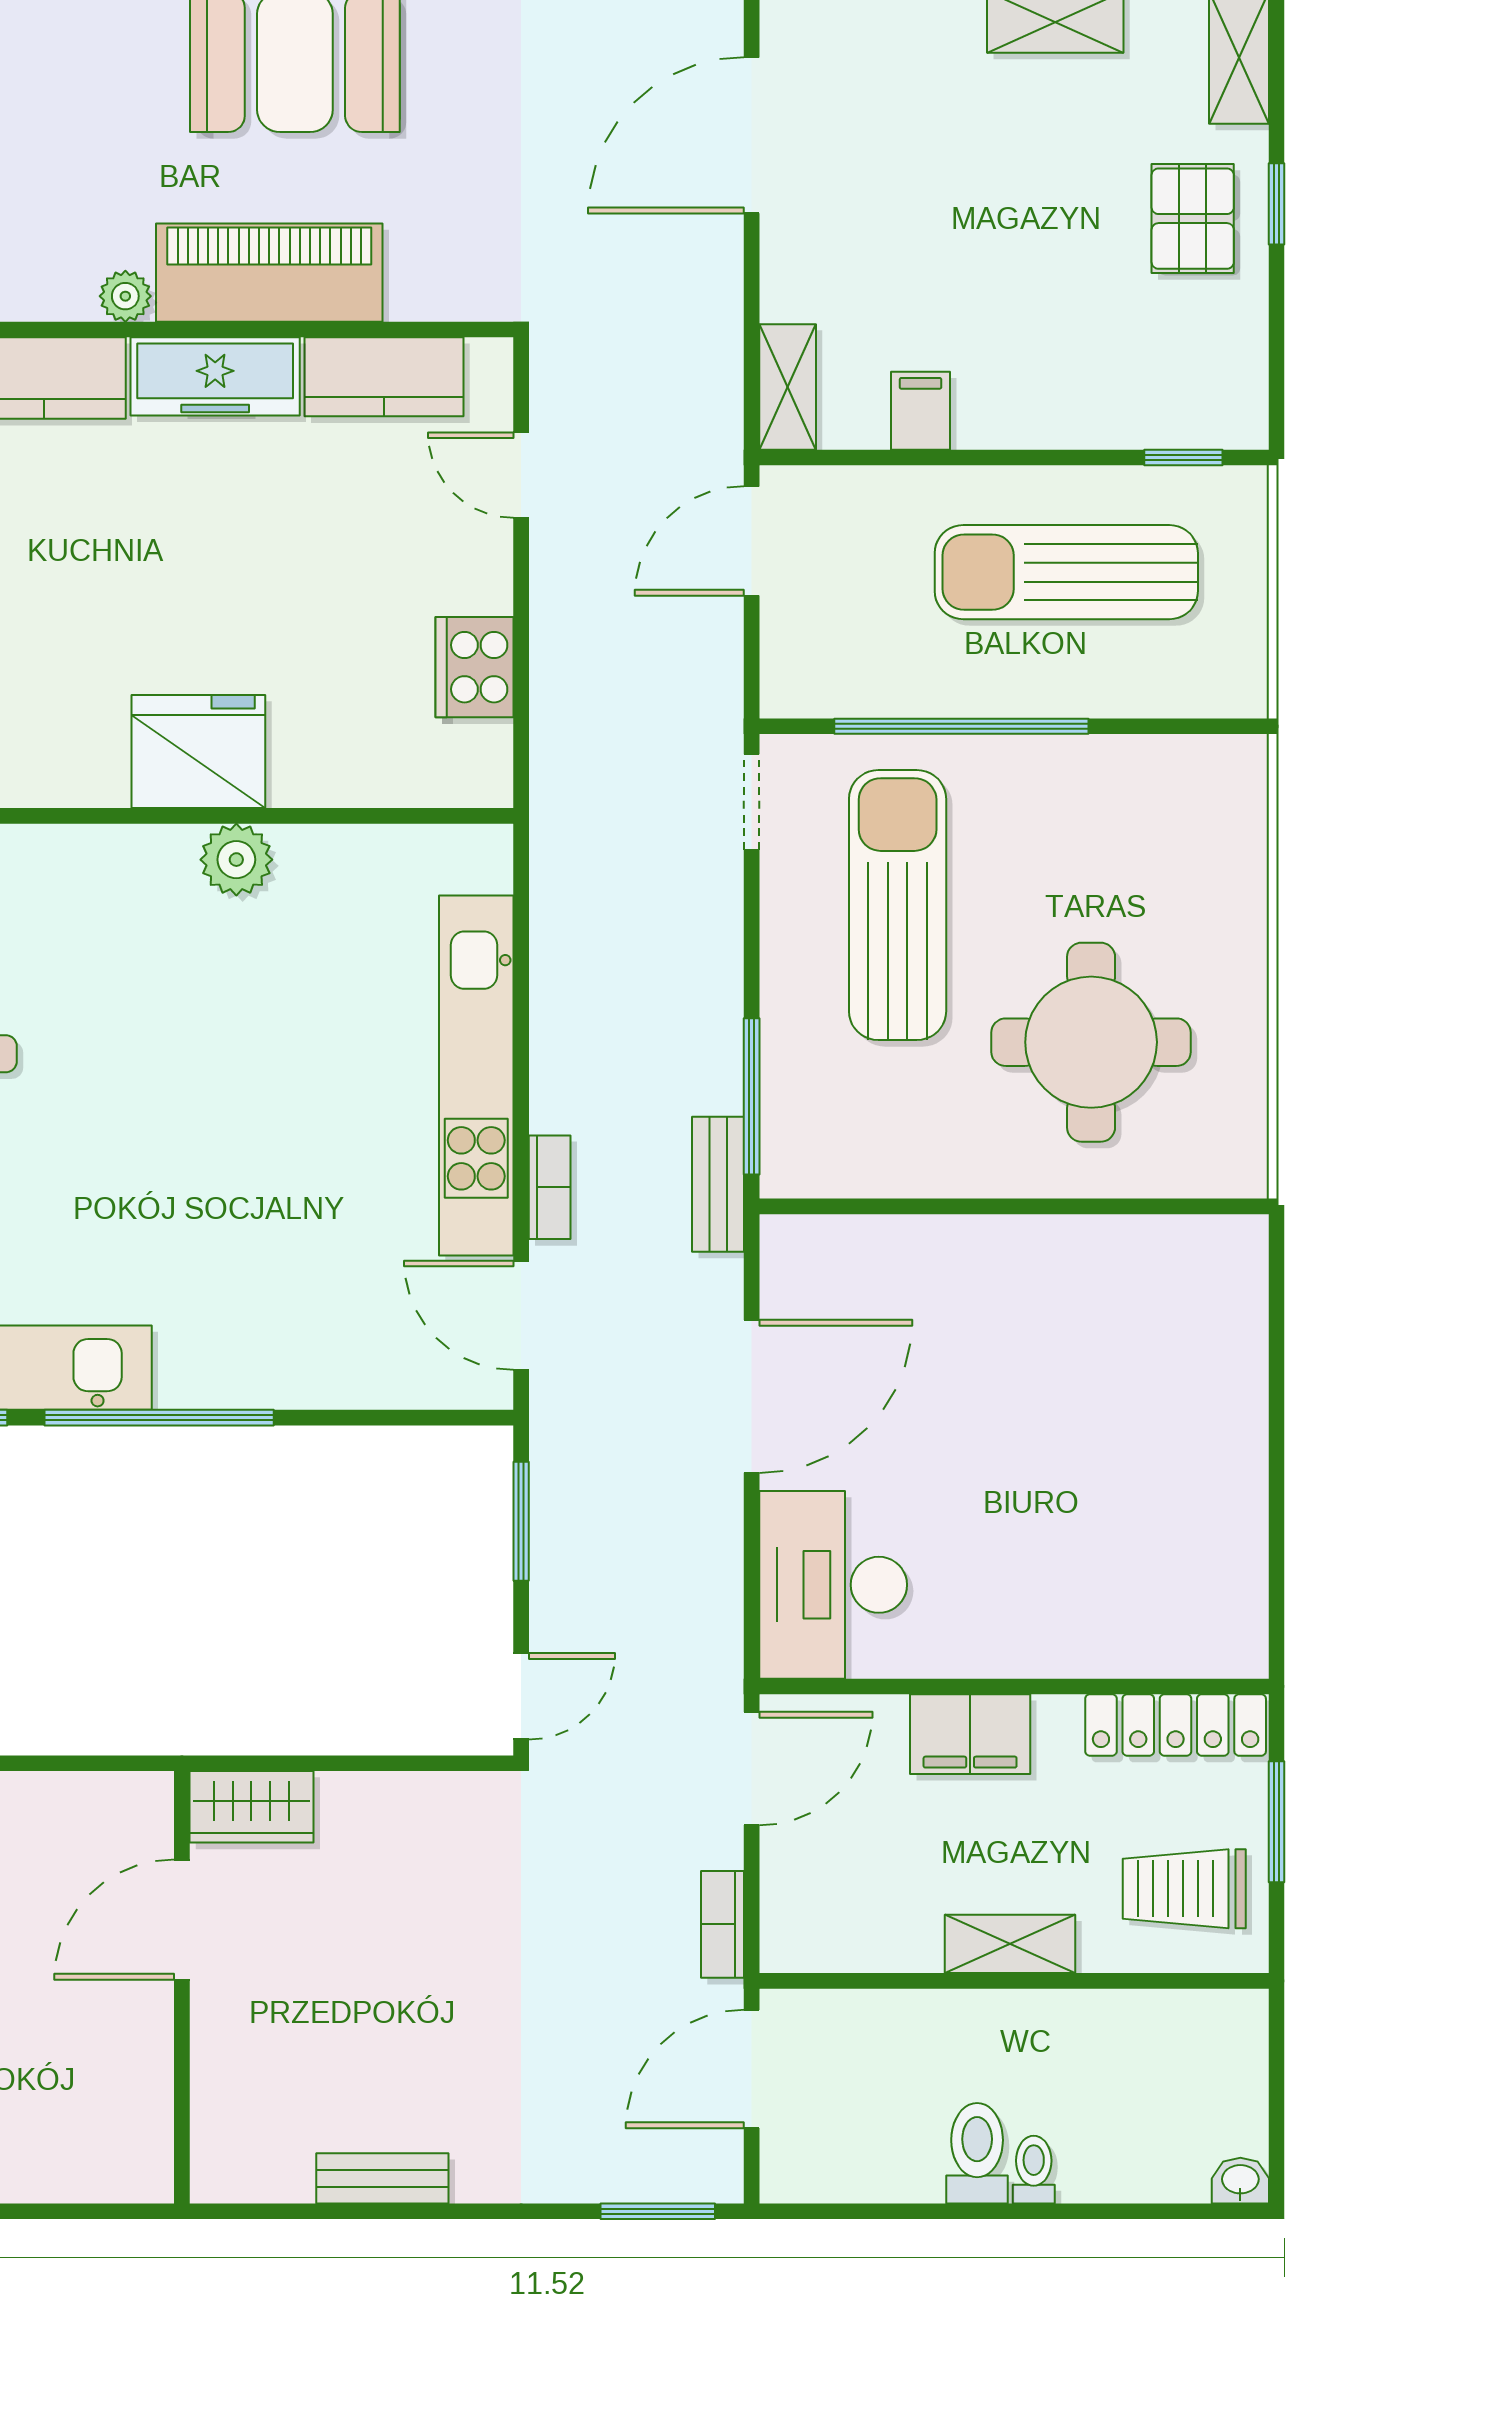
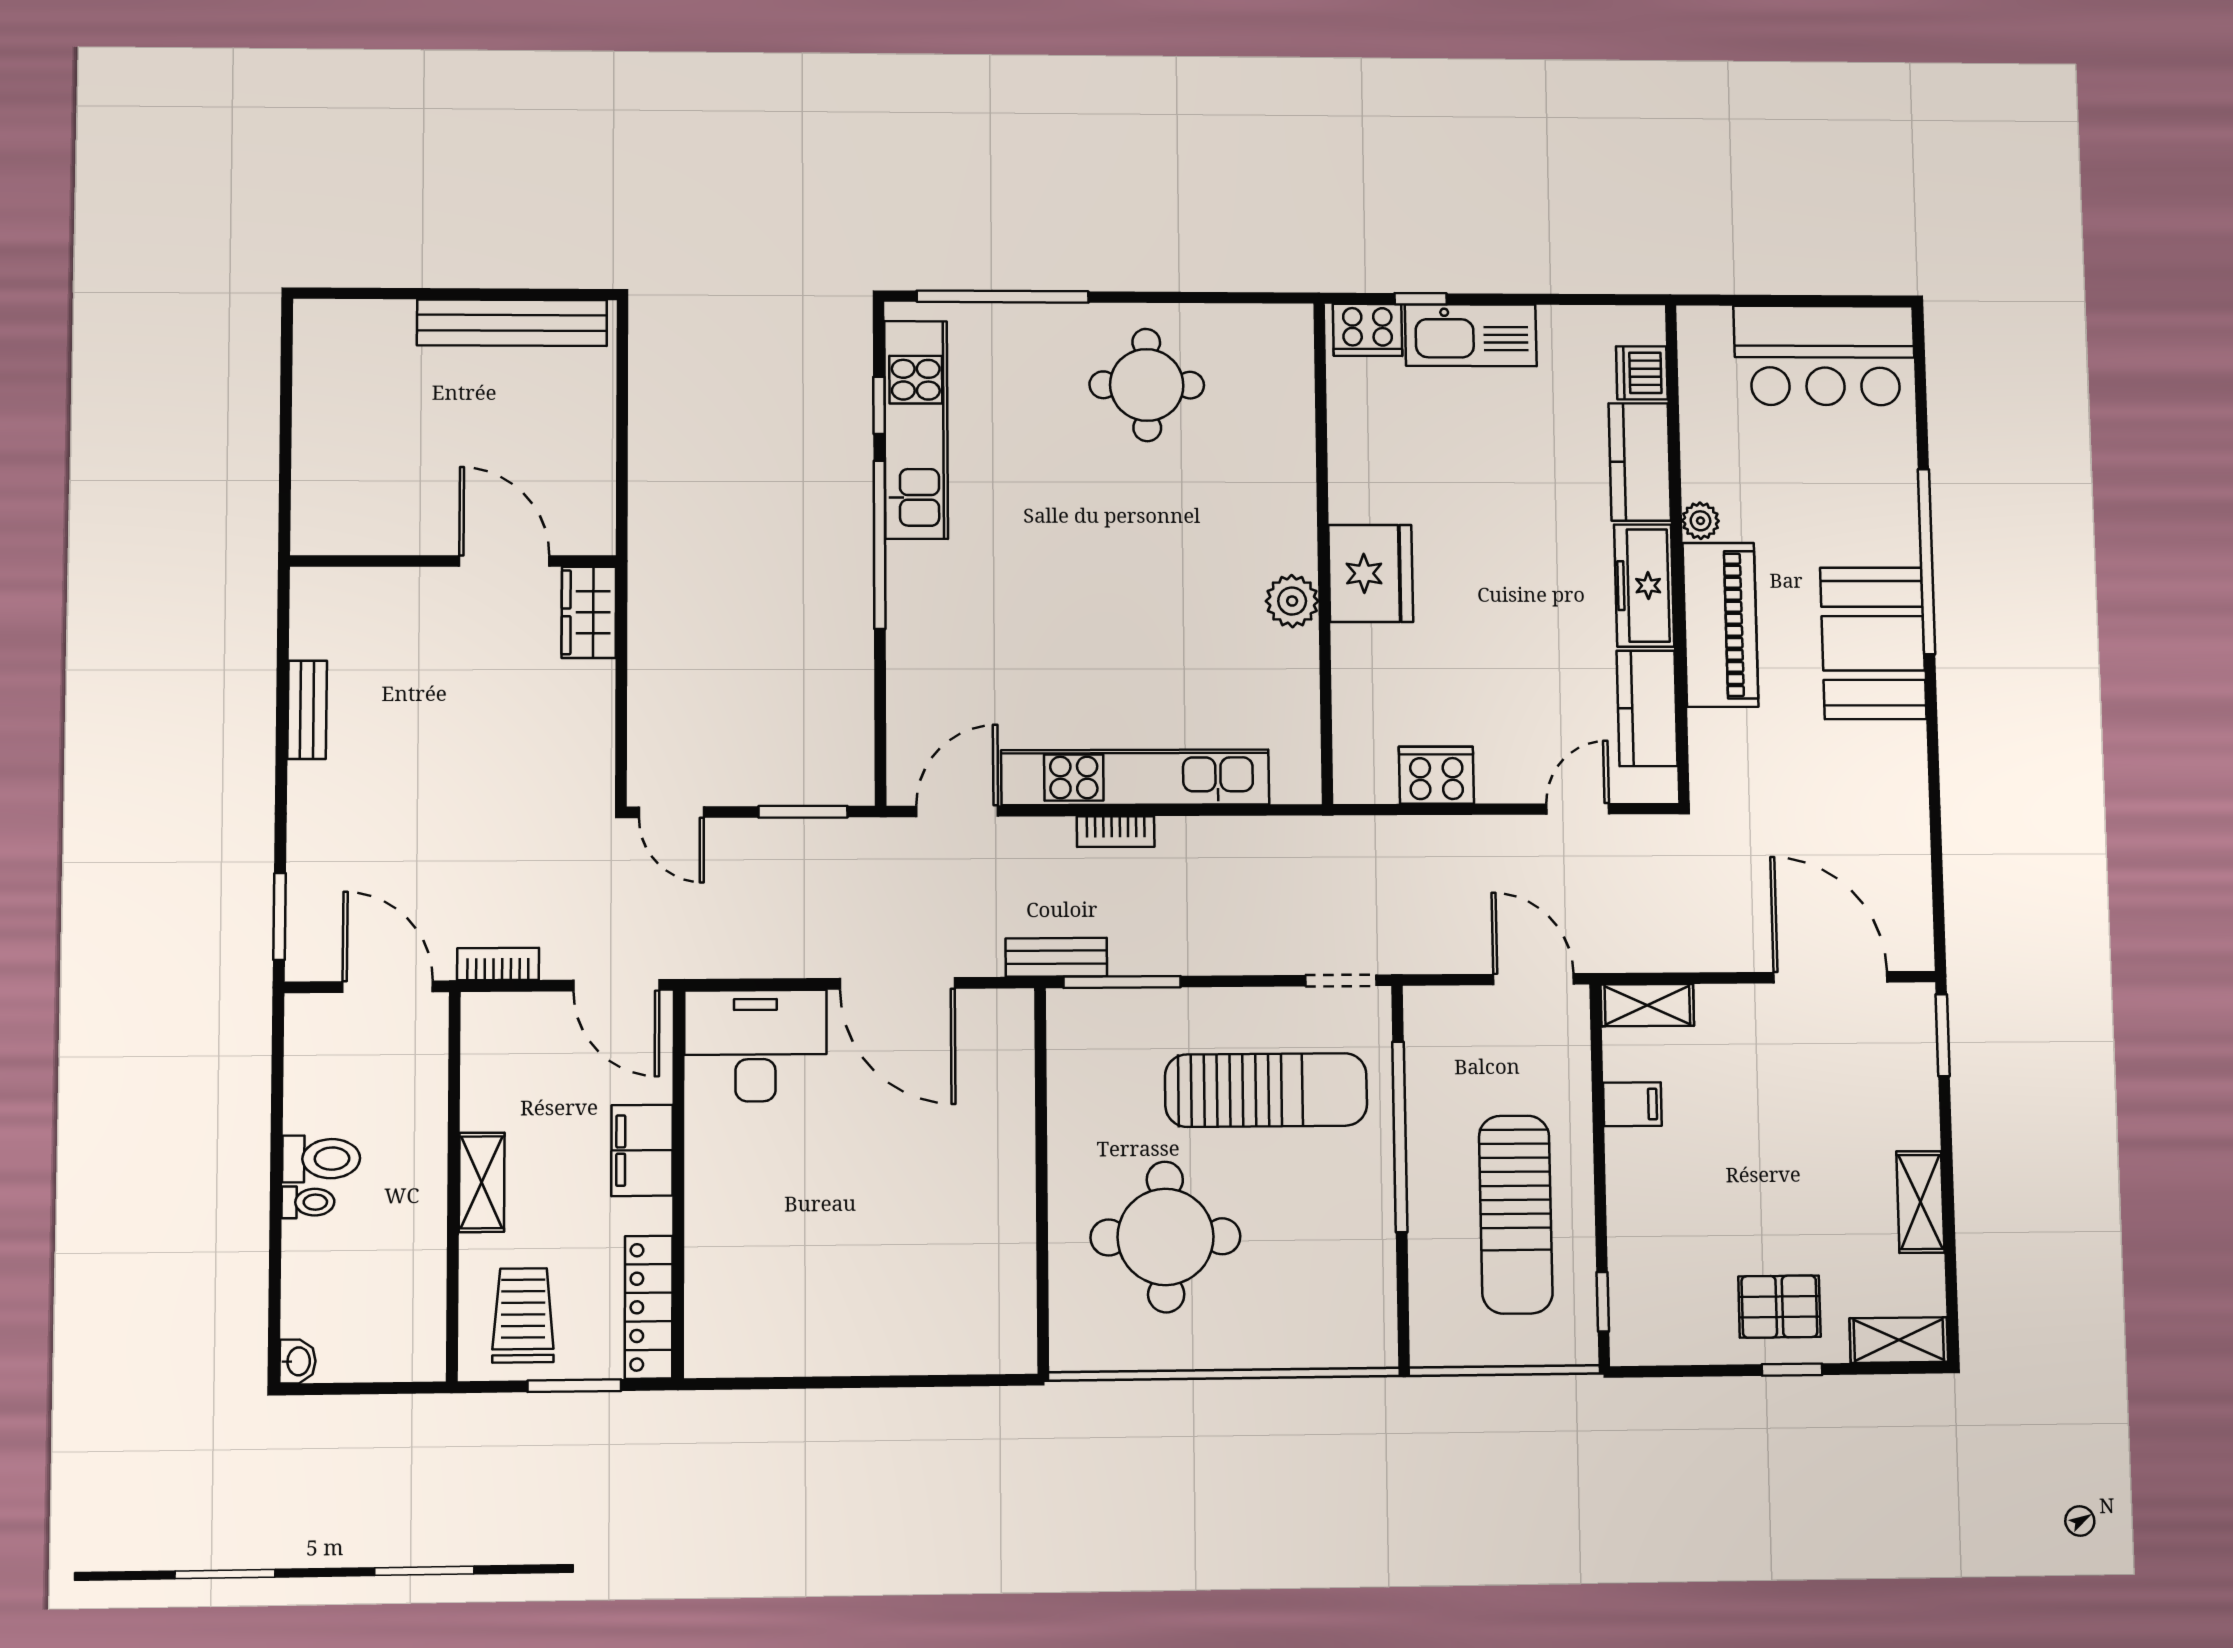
sun lounger: (1066, 572) -> (1516, 1214), turned 180
bookcase: (550, 1187) -> (1116, 832), moved

